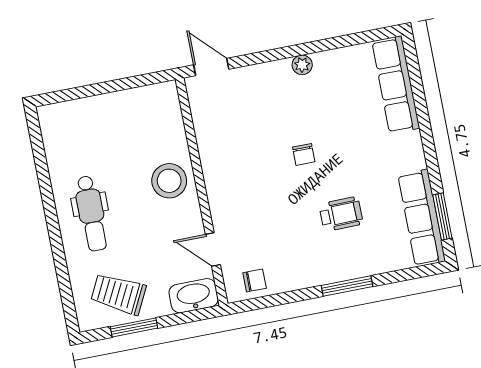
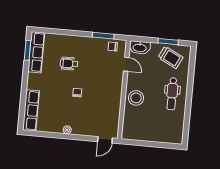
door: (211, 67) -> (105, 140), hinge flipped
dental chair: (91, 213) -> (172, 94), turned 180
window: (347, 286) -> (103, 36), moved

